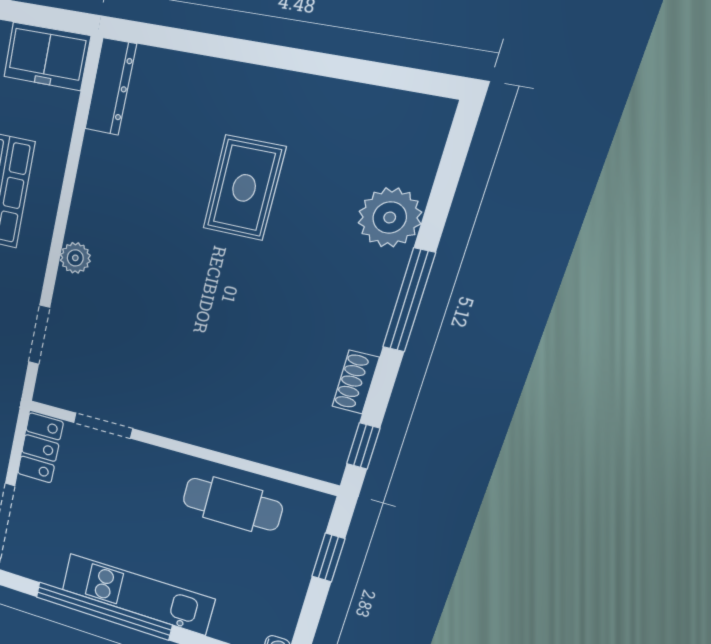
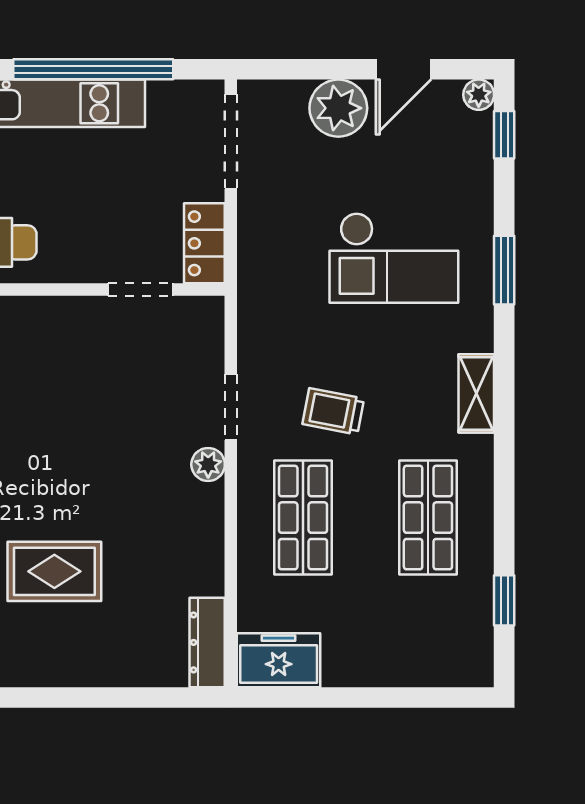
rug: (244, 188) -> (54, 571), turned 90
doorway: (39, 335) -> (231, 407), moved

